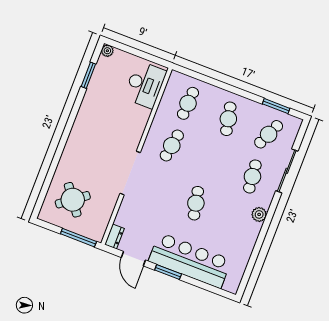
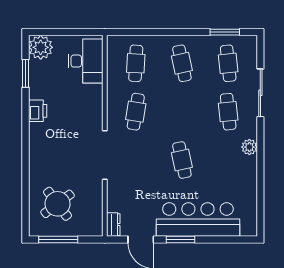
plant: (107, 51) -> (41, 47), width x1.87, depth x1.87
printer: (86, 112) -> (38, 111), added
cafe table: (269, 134) -> (228, 63), turned -30
window: (78, 238) -> (58, 240), moved

